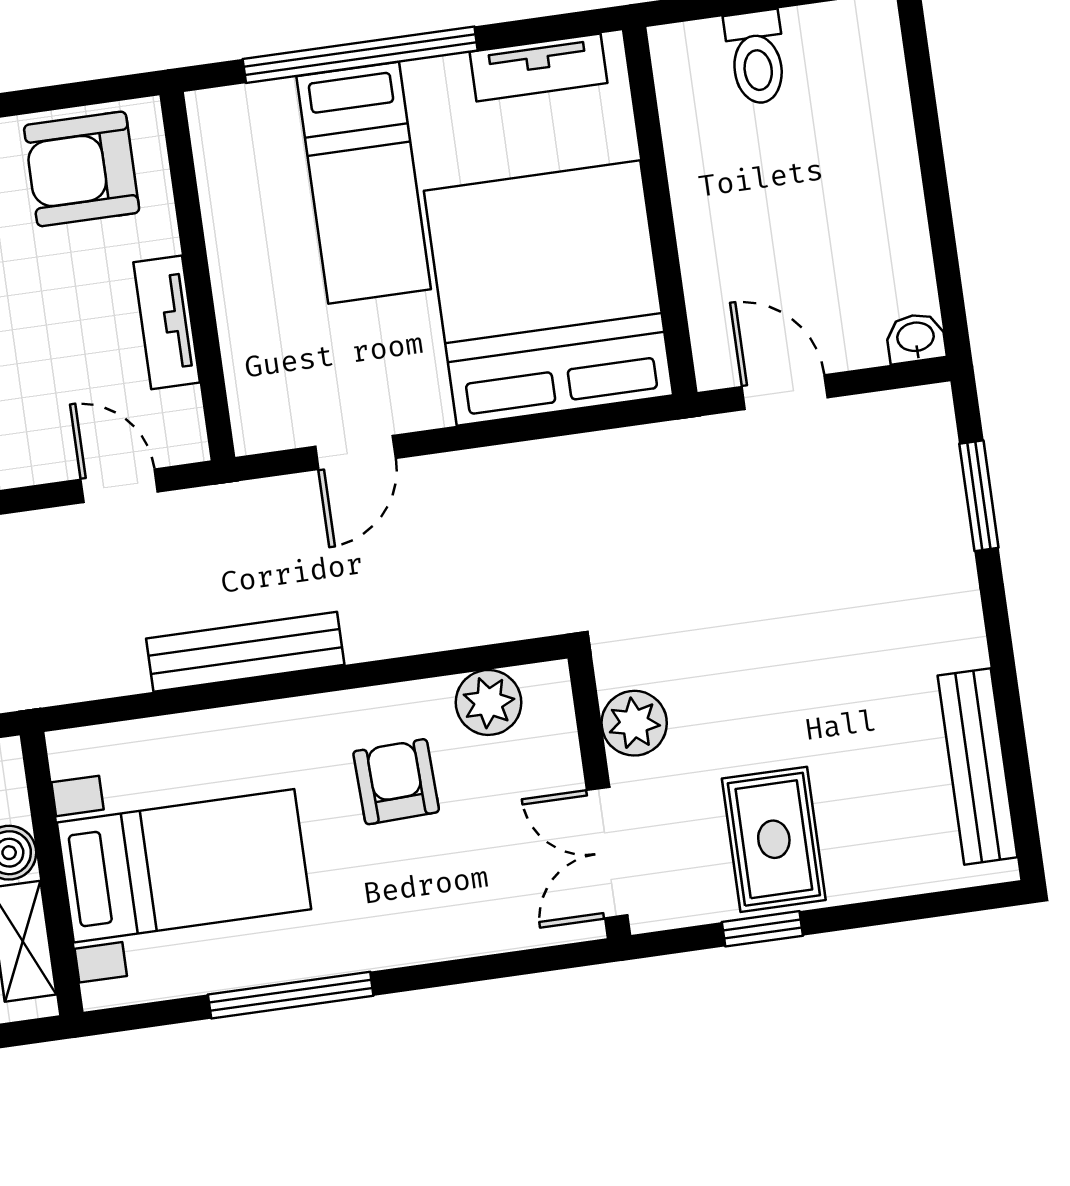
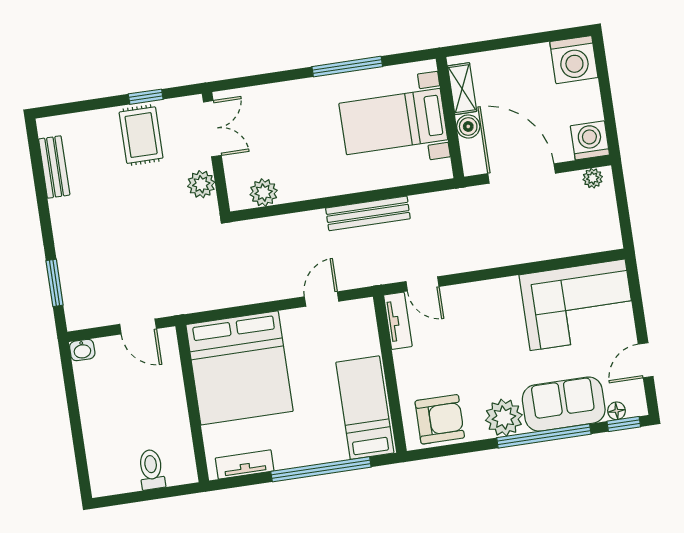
bed: (364, 183) -> (365, 408), moved
tv unit: (167, 322) -> (398, 321), moved
bench: (978, 766) -> (54, 167), width x0.73
armchair: (396, 782) -> (303, 158), removed

